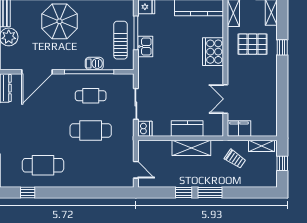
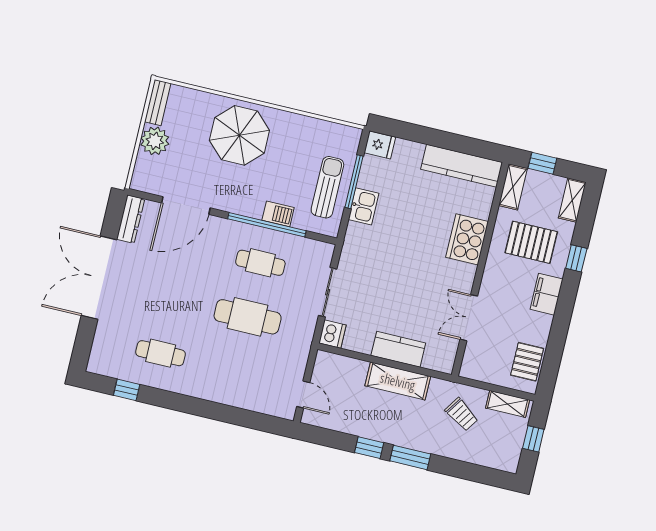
pallet: (267, 117) -> (527, 362), added
filing cabinet: (239, 128) -> (547, 294), moved, turned -90
cafe table: (43, 165) -> (161, 353), width x0.73, depth x0.74

